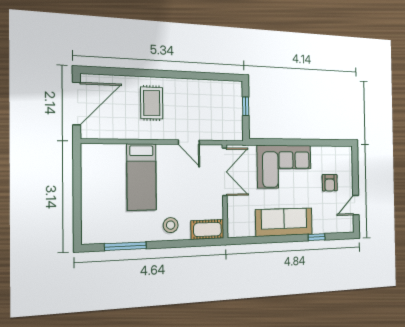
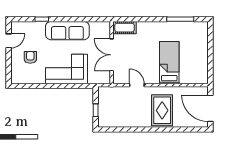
door: (76, 103) -> (210, 108), hinge flipped
rug: (152, 103) -> (162, 110), width x1.36, depth x1.43
double door: (225, 172) -> (112, 55), moved
stool: (171, 225) -> (150, 31), removed

